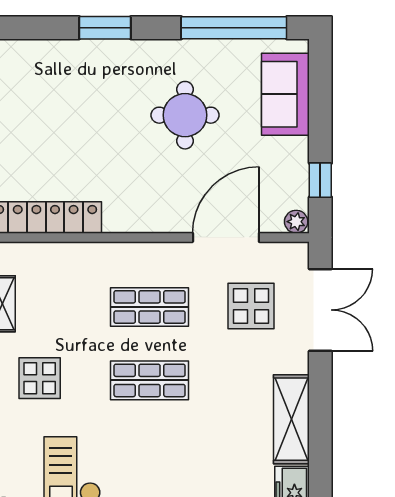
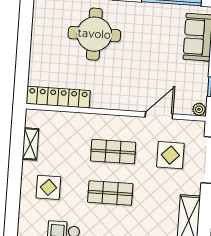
round table: (185, 115) -> (94, 34), moved, width x1.36, depth x1.36
door: (226, 237) -> (159, 115), width x0.73

